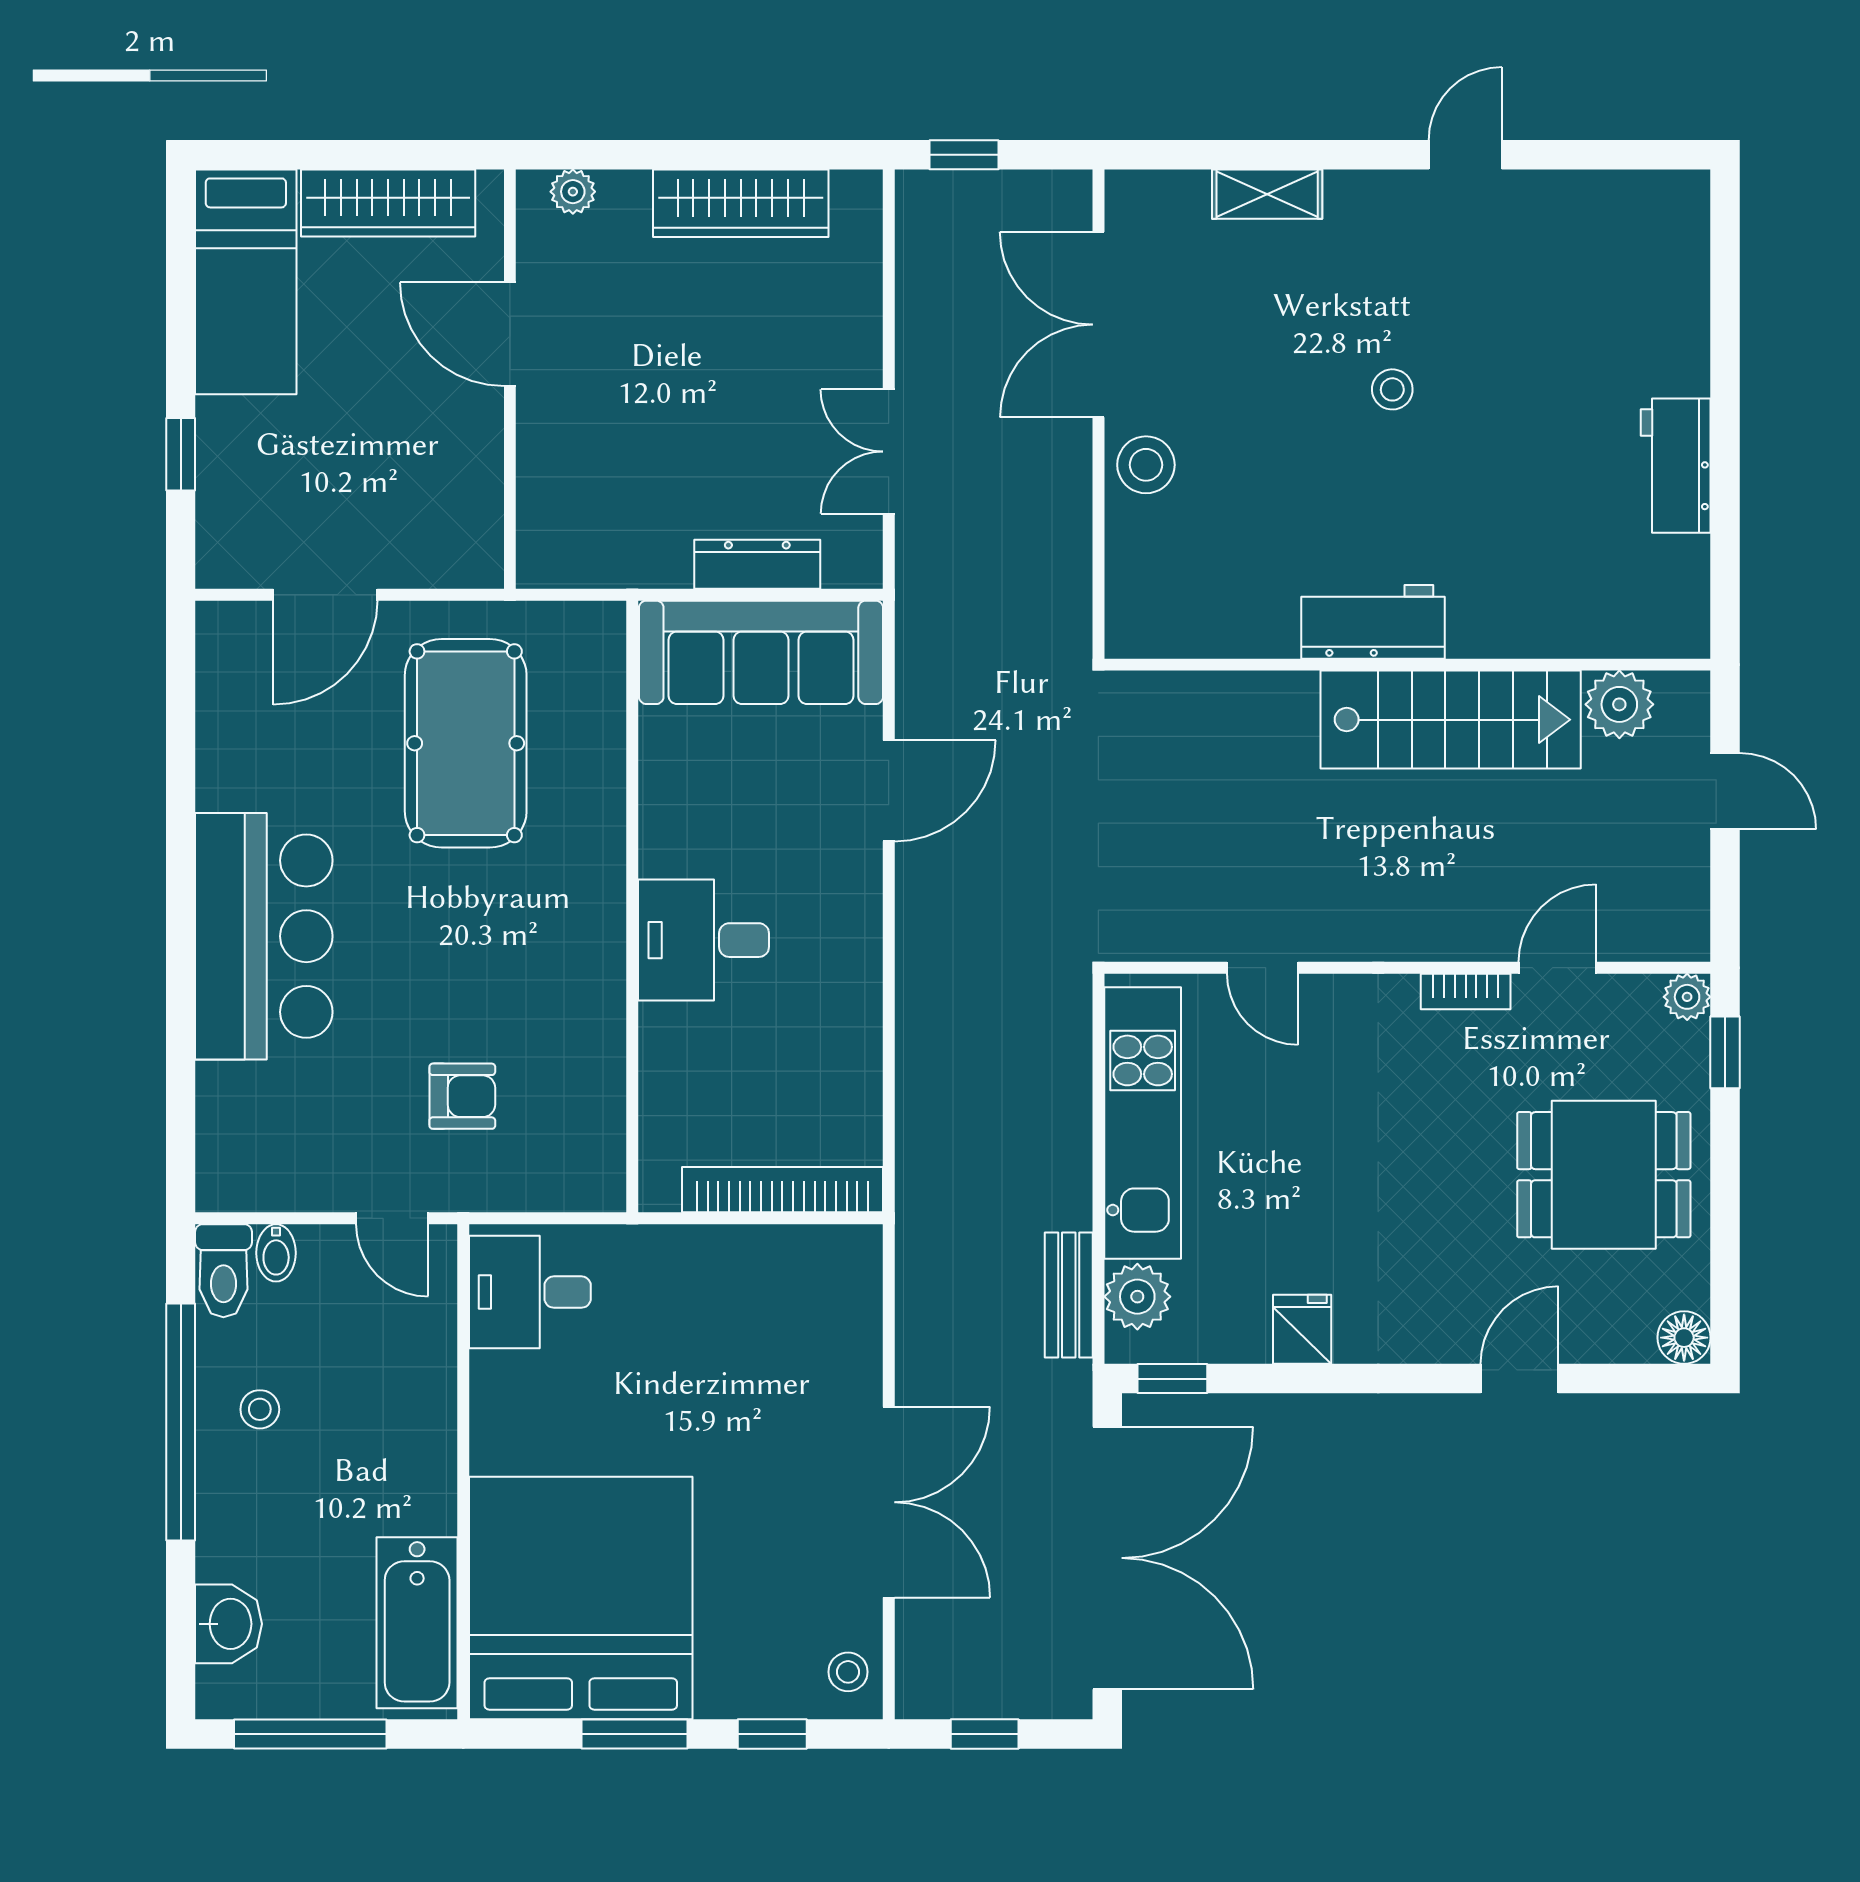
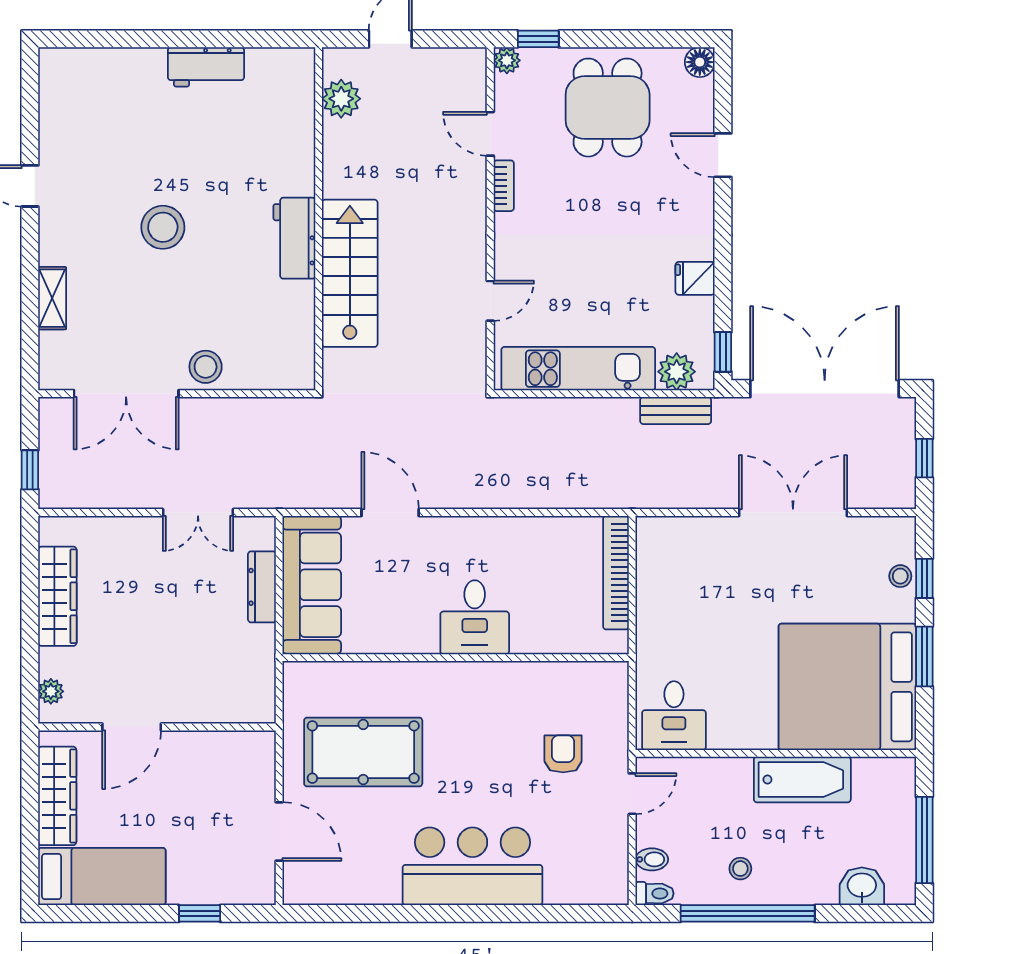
stool: (1392, 389) -> (163, 227), width x1.89, depth x1.89
stairs: (1451, 720) -> (350, 273), moved
toilet: (223, 1271) -> (655, 893), width x0.73, depth x0.72
bathtub: (417, 1623) -> (802, 780), moved
stool: (848, 1672) -> (900, 576), moved

